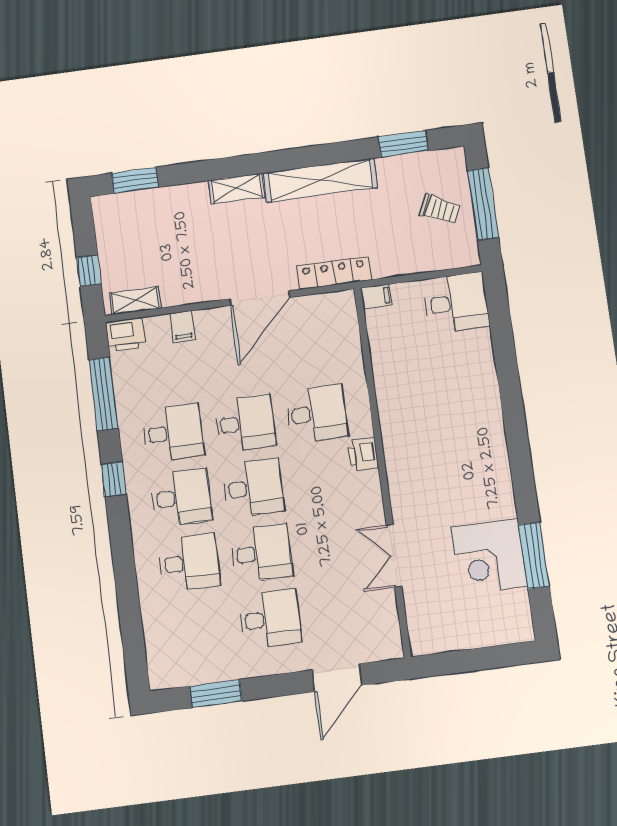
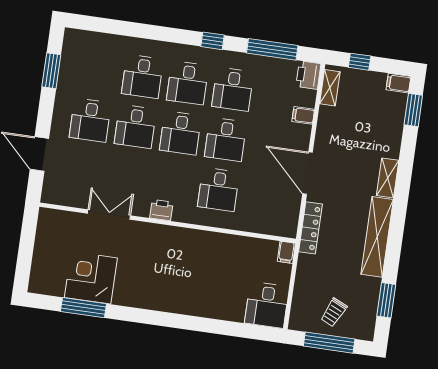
filing cabinet: (104, 210) -> (398, 83), added
printer: (363, 455) -> (161, 210), moved

